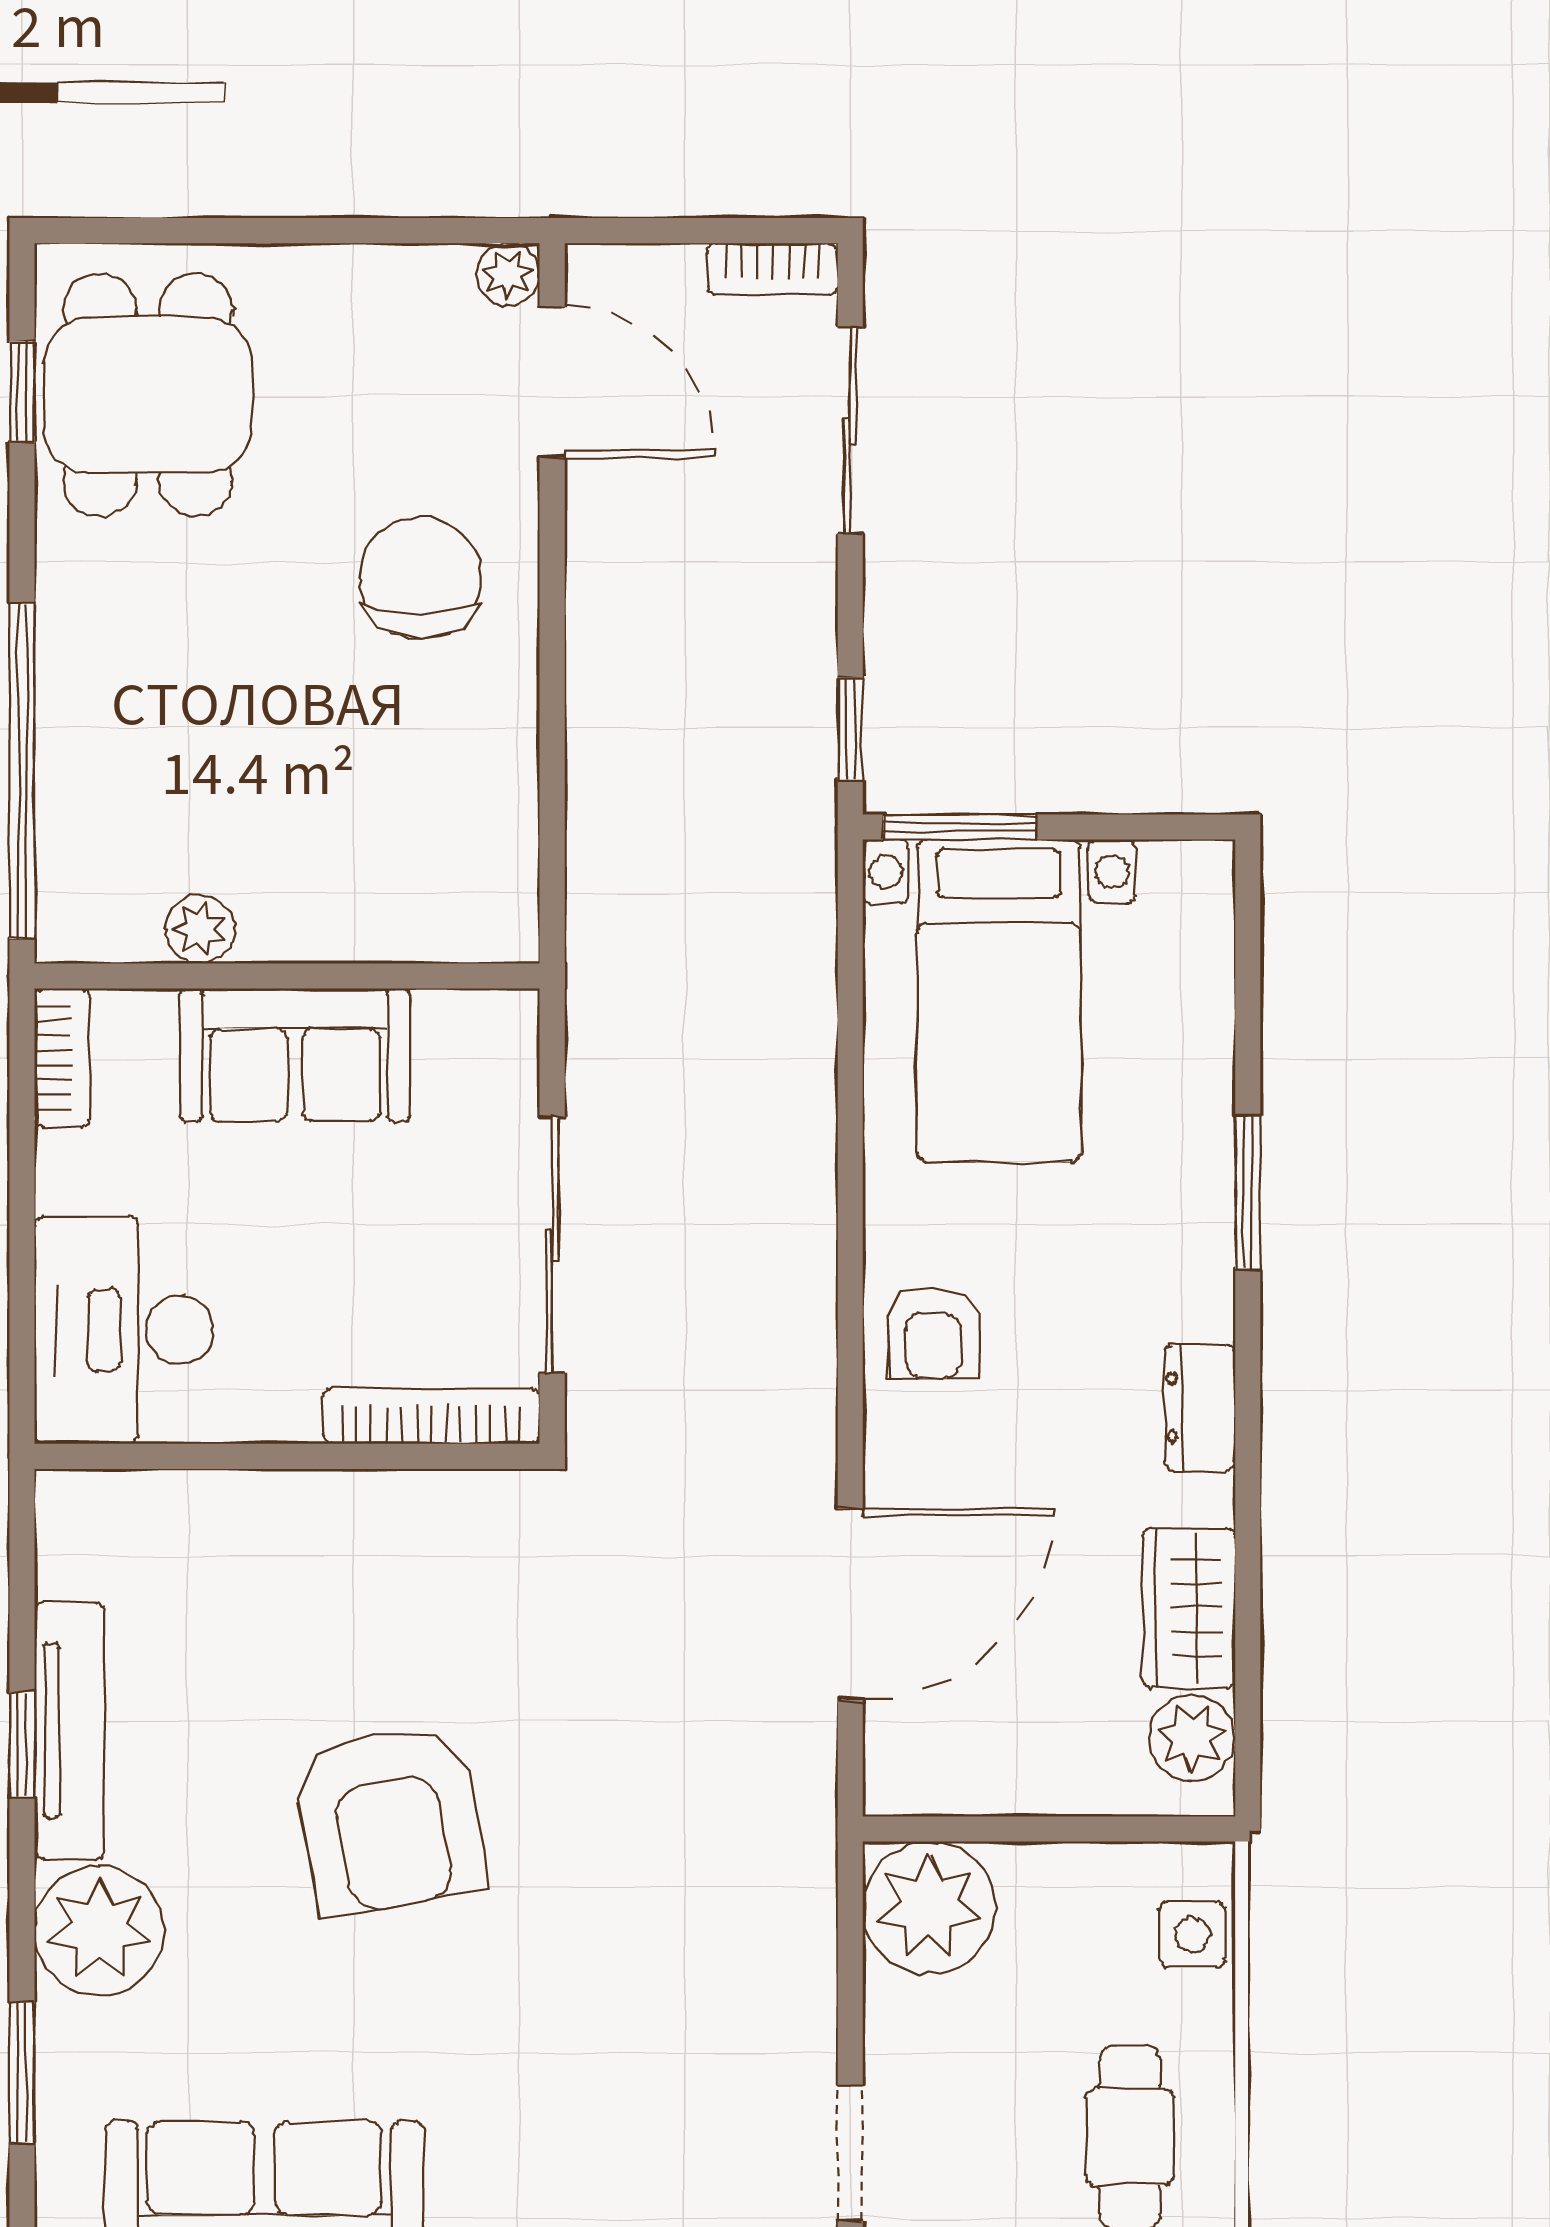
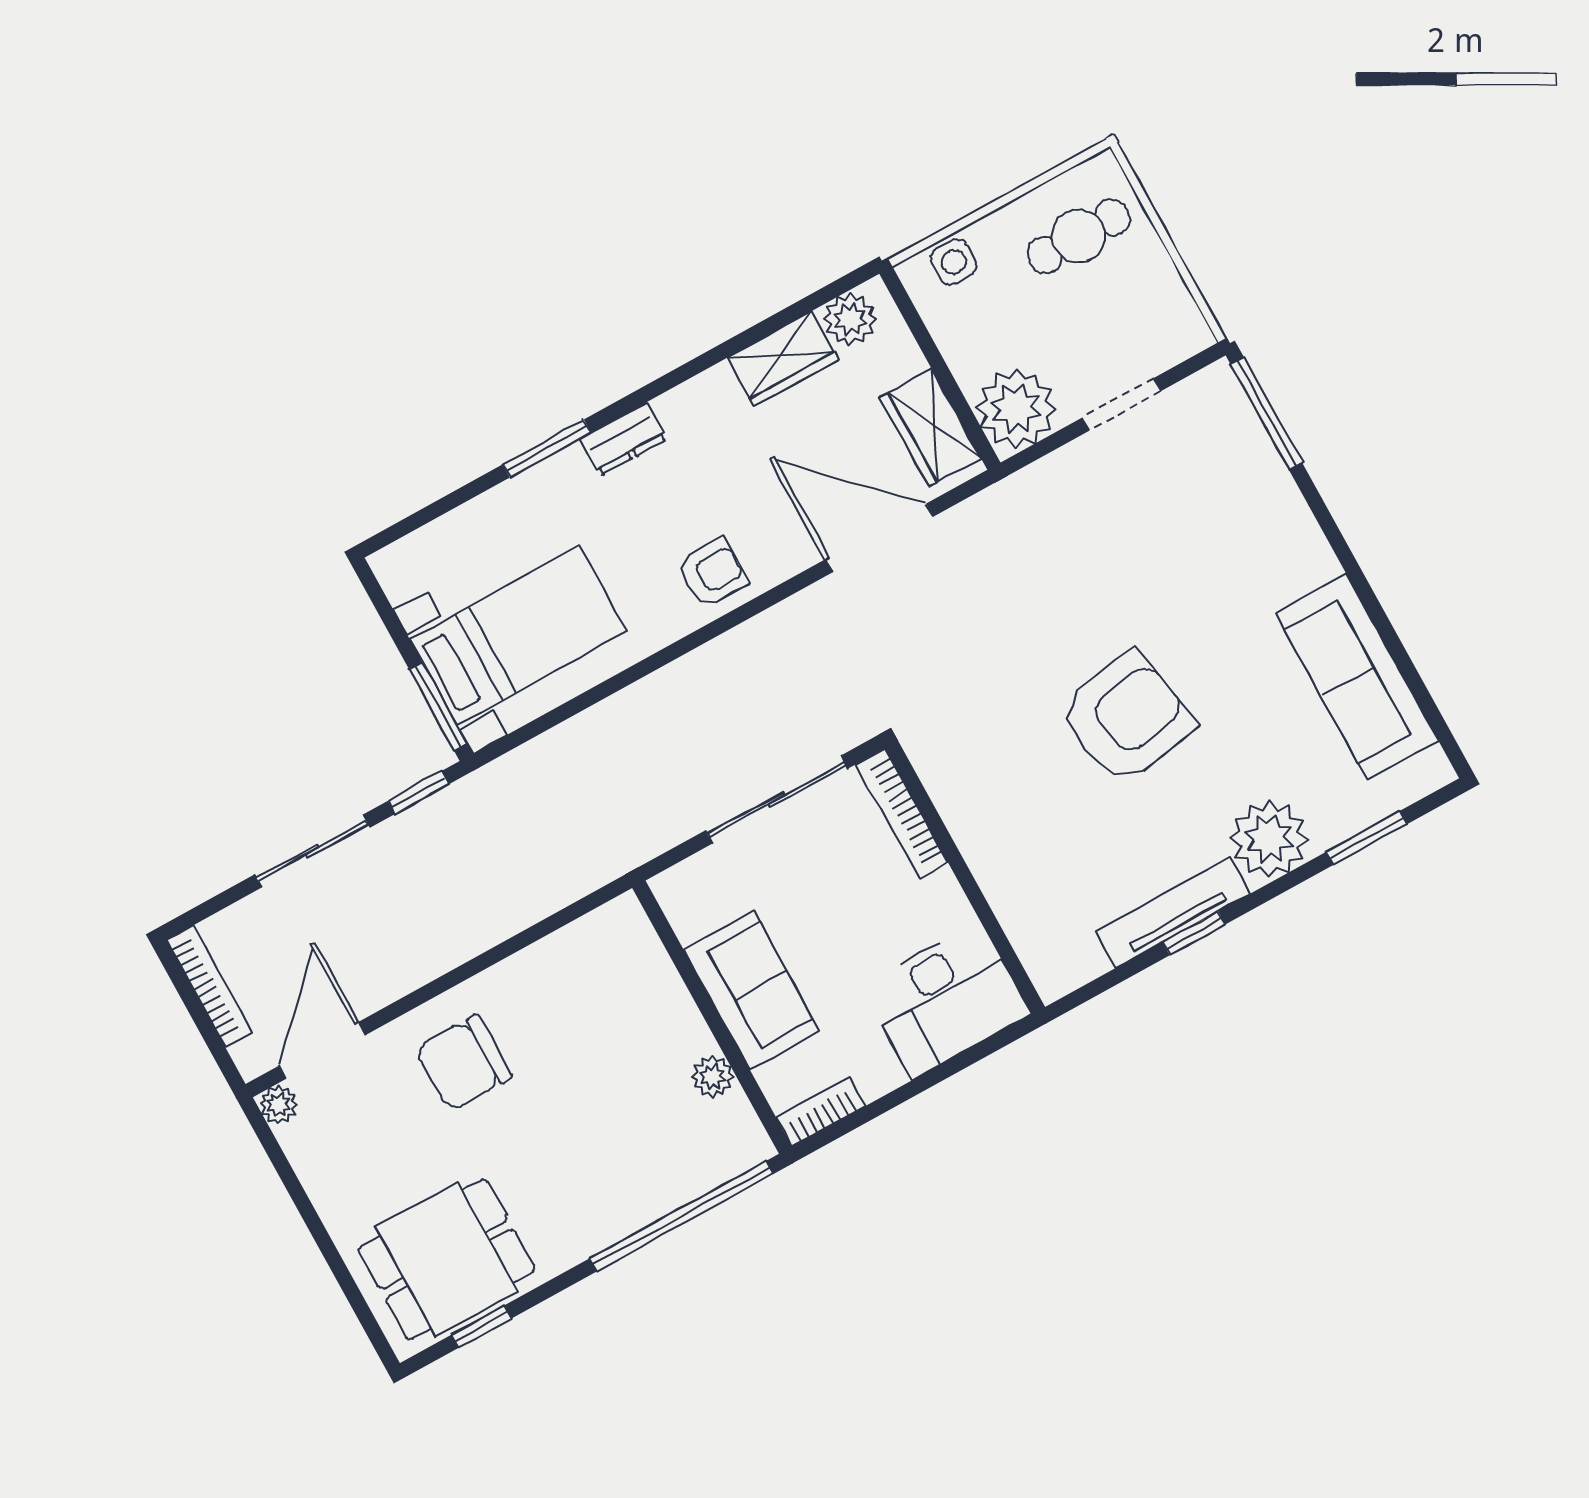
bookcase: (773, 269) -> (209, 986), width x1.56
sliding door: (850, 430) -> (312, 851), moved
dresser: (1200, 1408) -> (624, 439), moved
wardrobe: (970, 1767) -> (930, 428), added
doorway: (850, 2153) -> (1121, 404), moved

